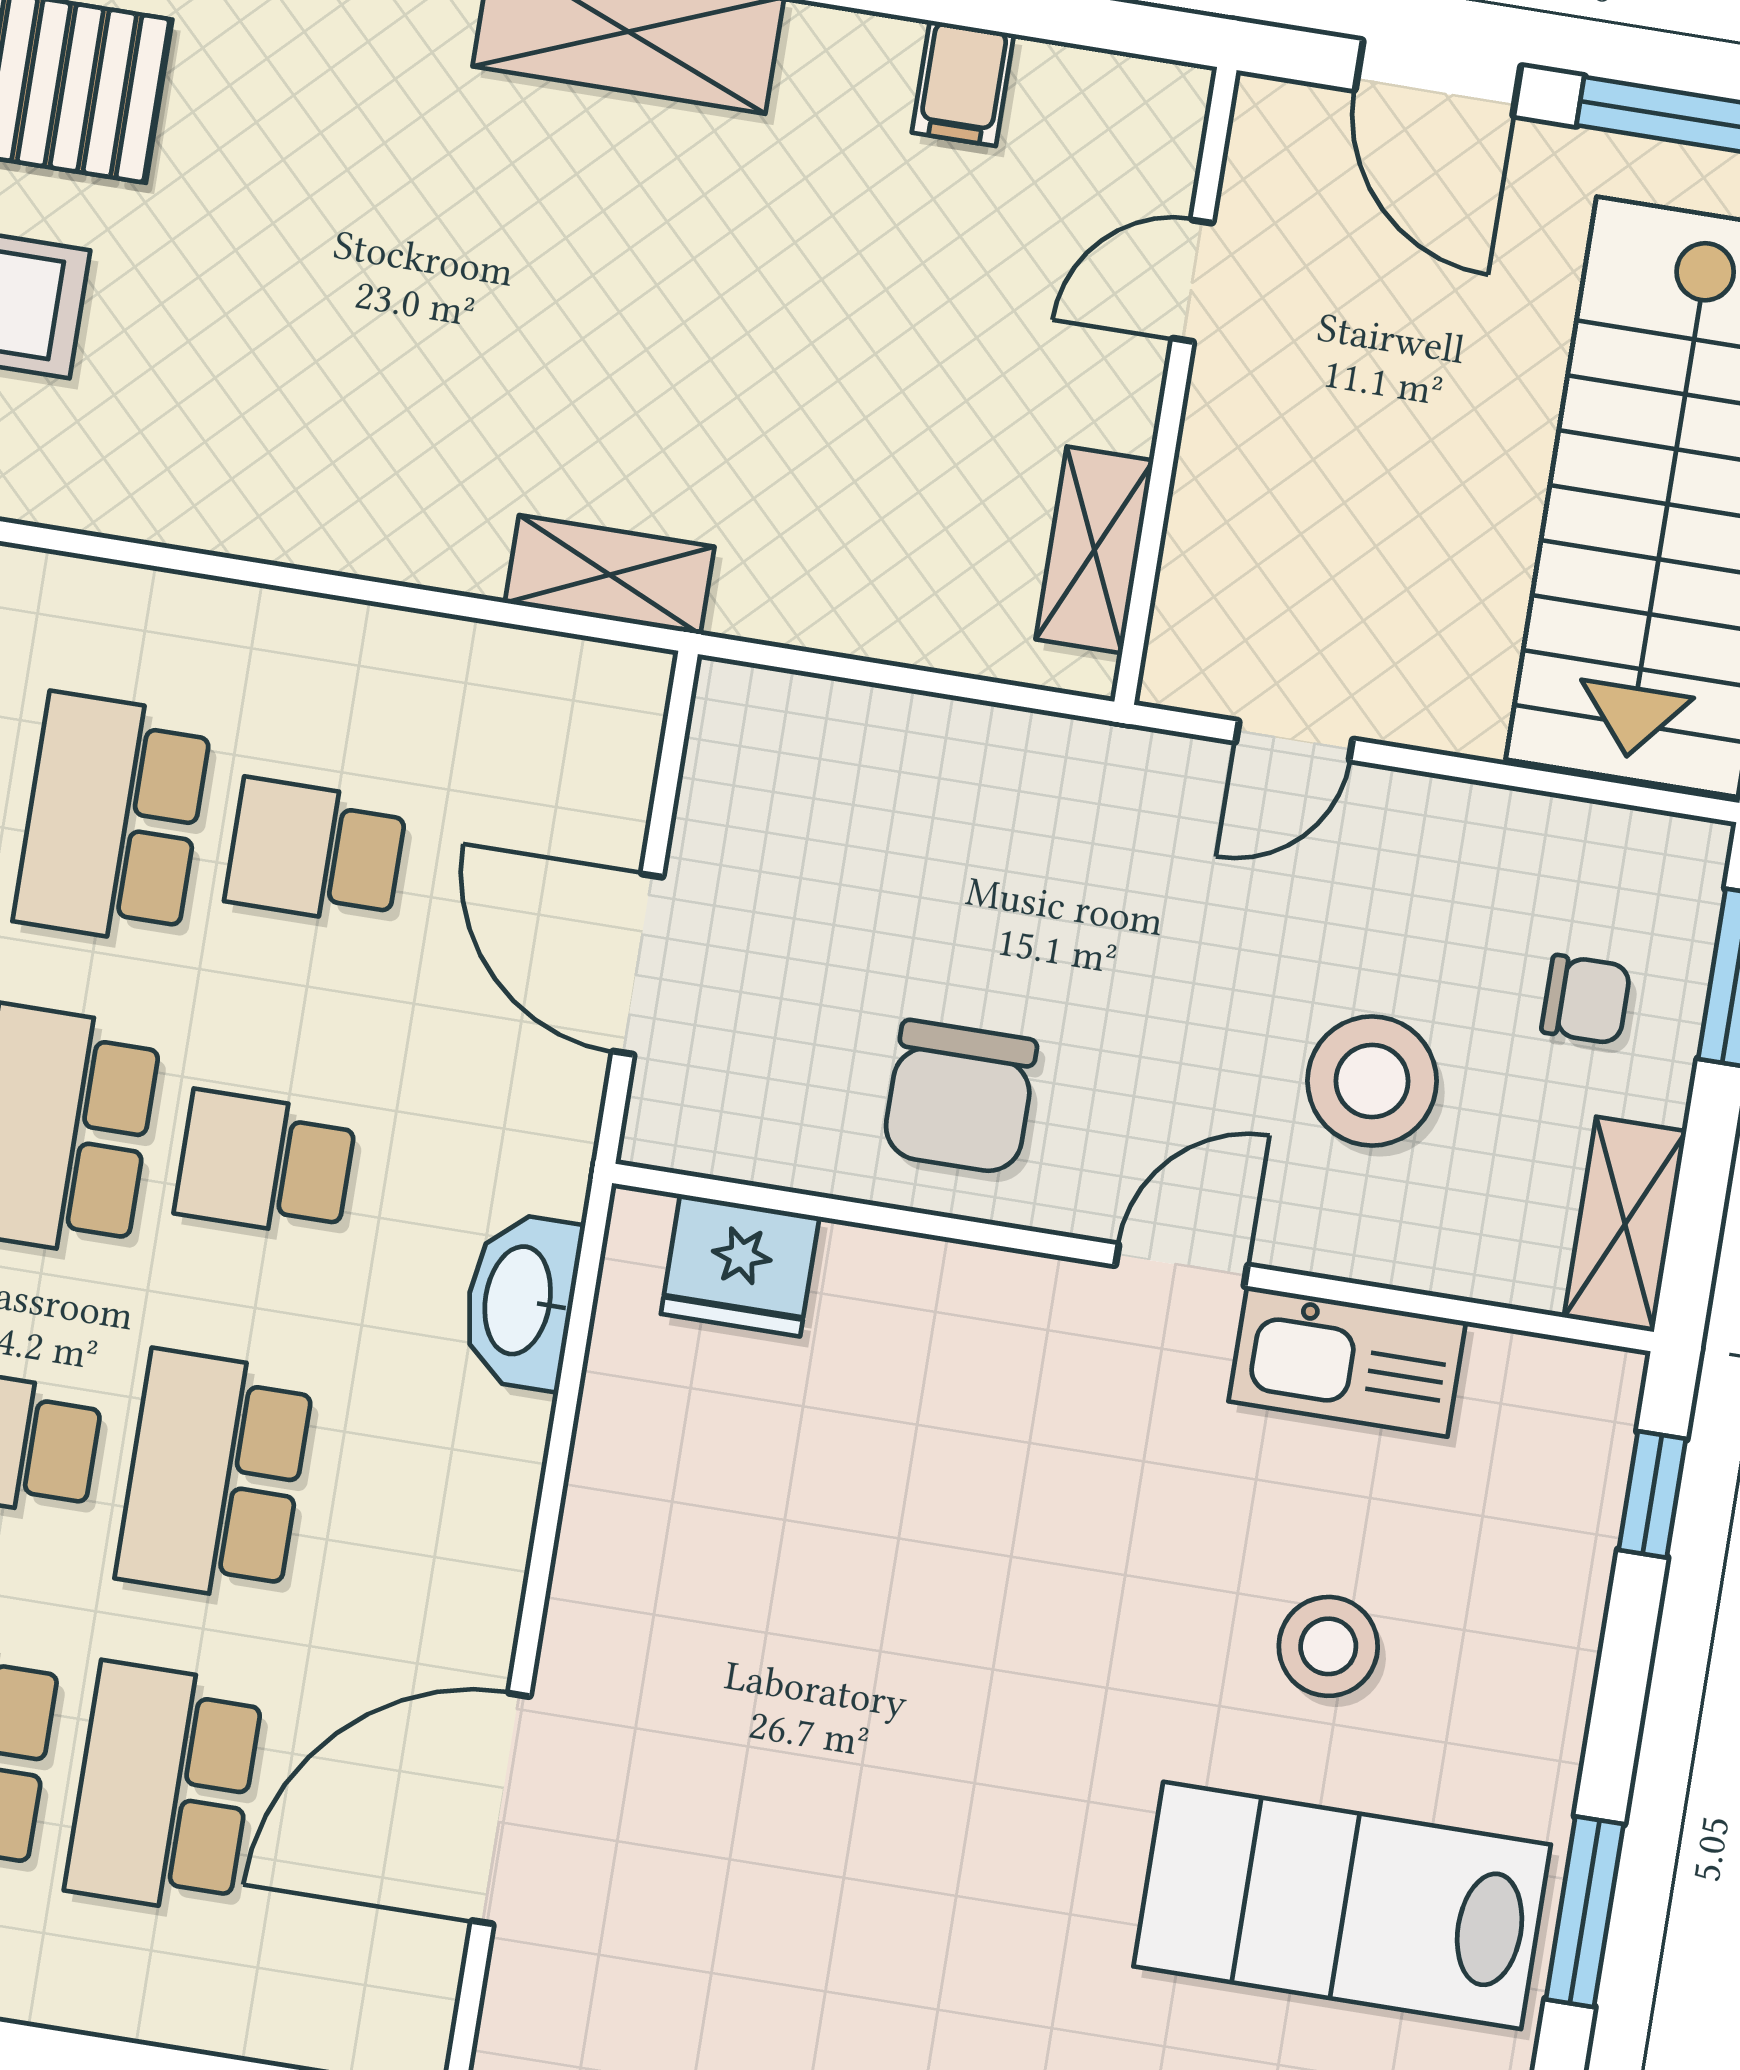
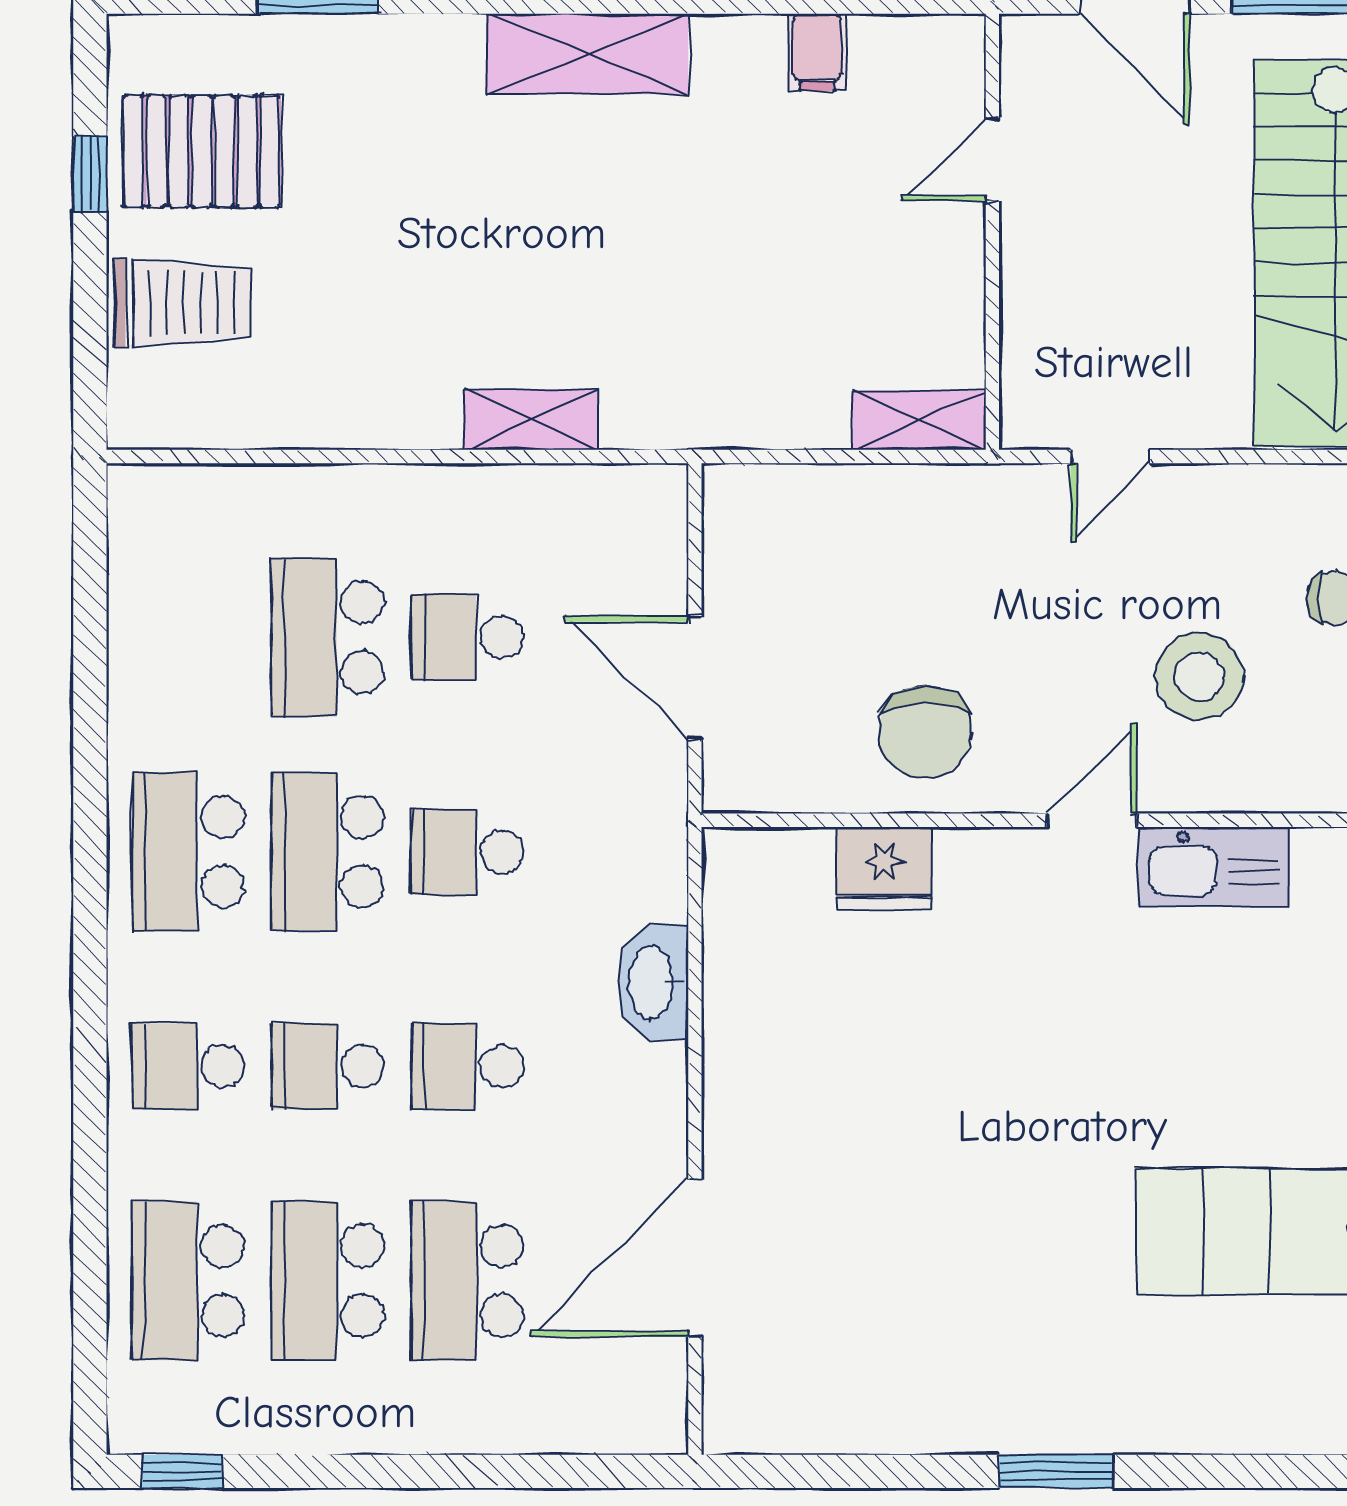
shelving: (1094, 550) -> (919, 420), moved, turned 90
shelving: (610, 575) -> (531, 420), moved
fridge: (740, 1265) -> (884, 868), moved
washbasin: (521, 1301) -> (653, 983), moved
school desk: (215, 1476) -> (467, 1066), width x0.54
stool: (1328, 1646) -> (1232, 1060), removed

